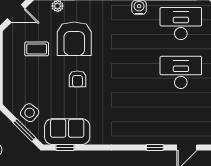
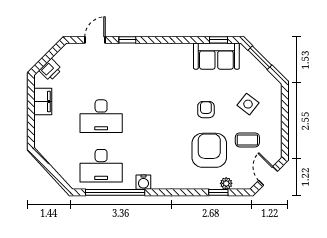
door: (16, 14) -> (268, 176), hinge flipped
side table: (30, 113) -> (248, 104), moved

